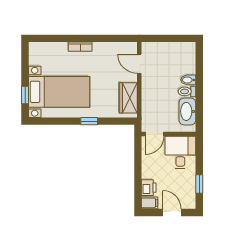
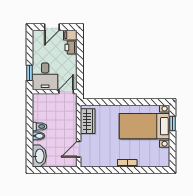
door: (139, 64) -> (79, 149), swing flipped
washbasin: (187, 111) -> (39, 156), moved
window: (89, 121) -> (120, 102), removed
window: (199, 184) -> (30, 73), moved
door: (172, 212) -> (52, 27), hinge flipped

